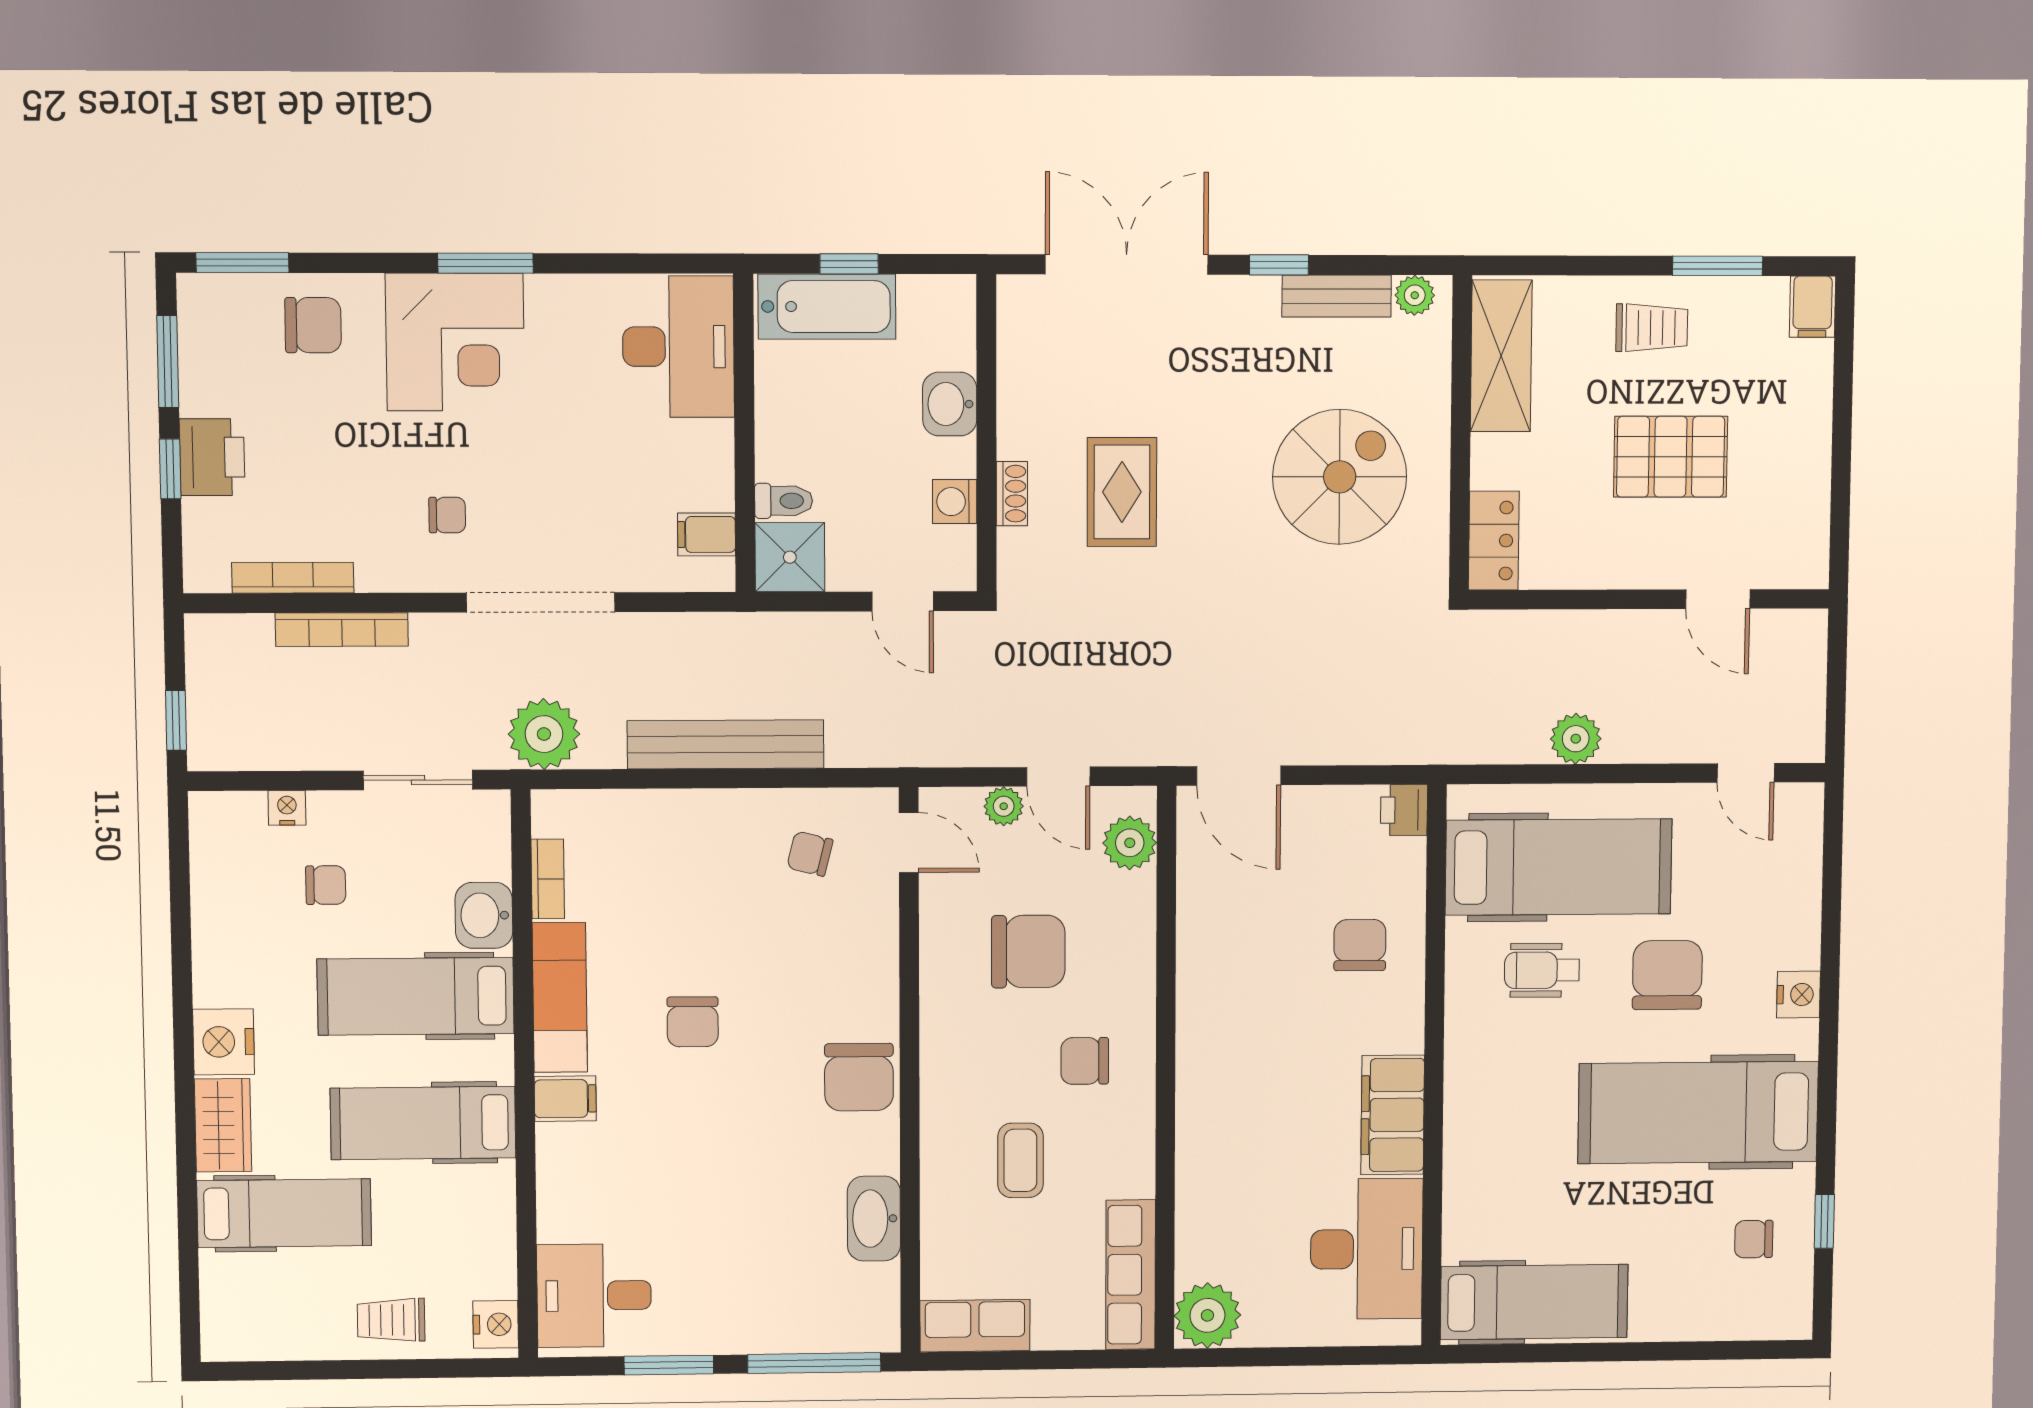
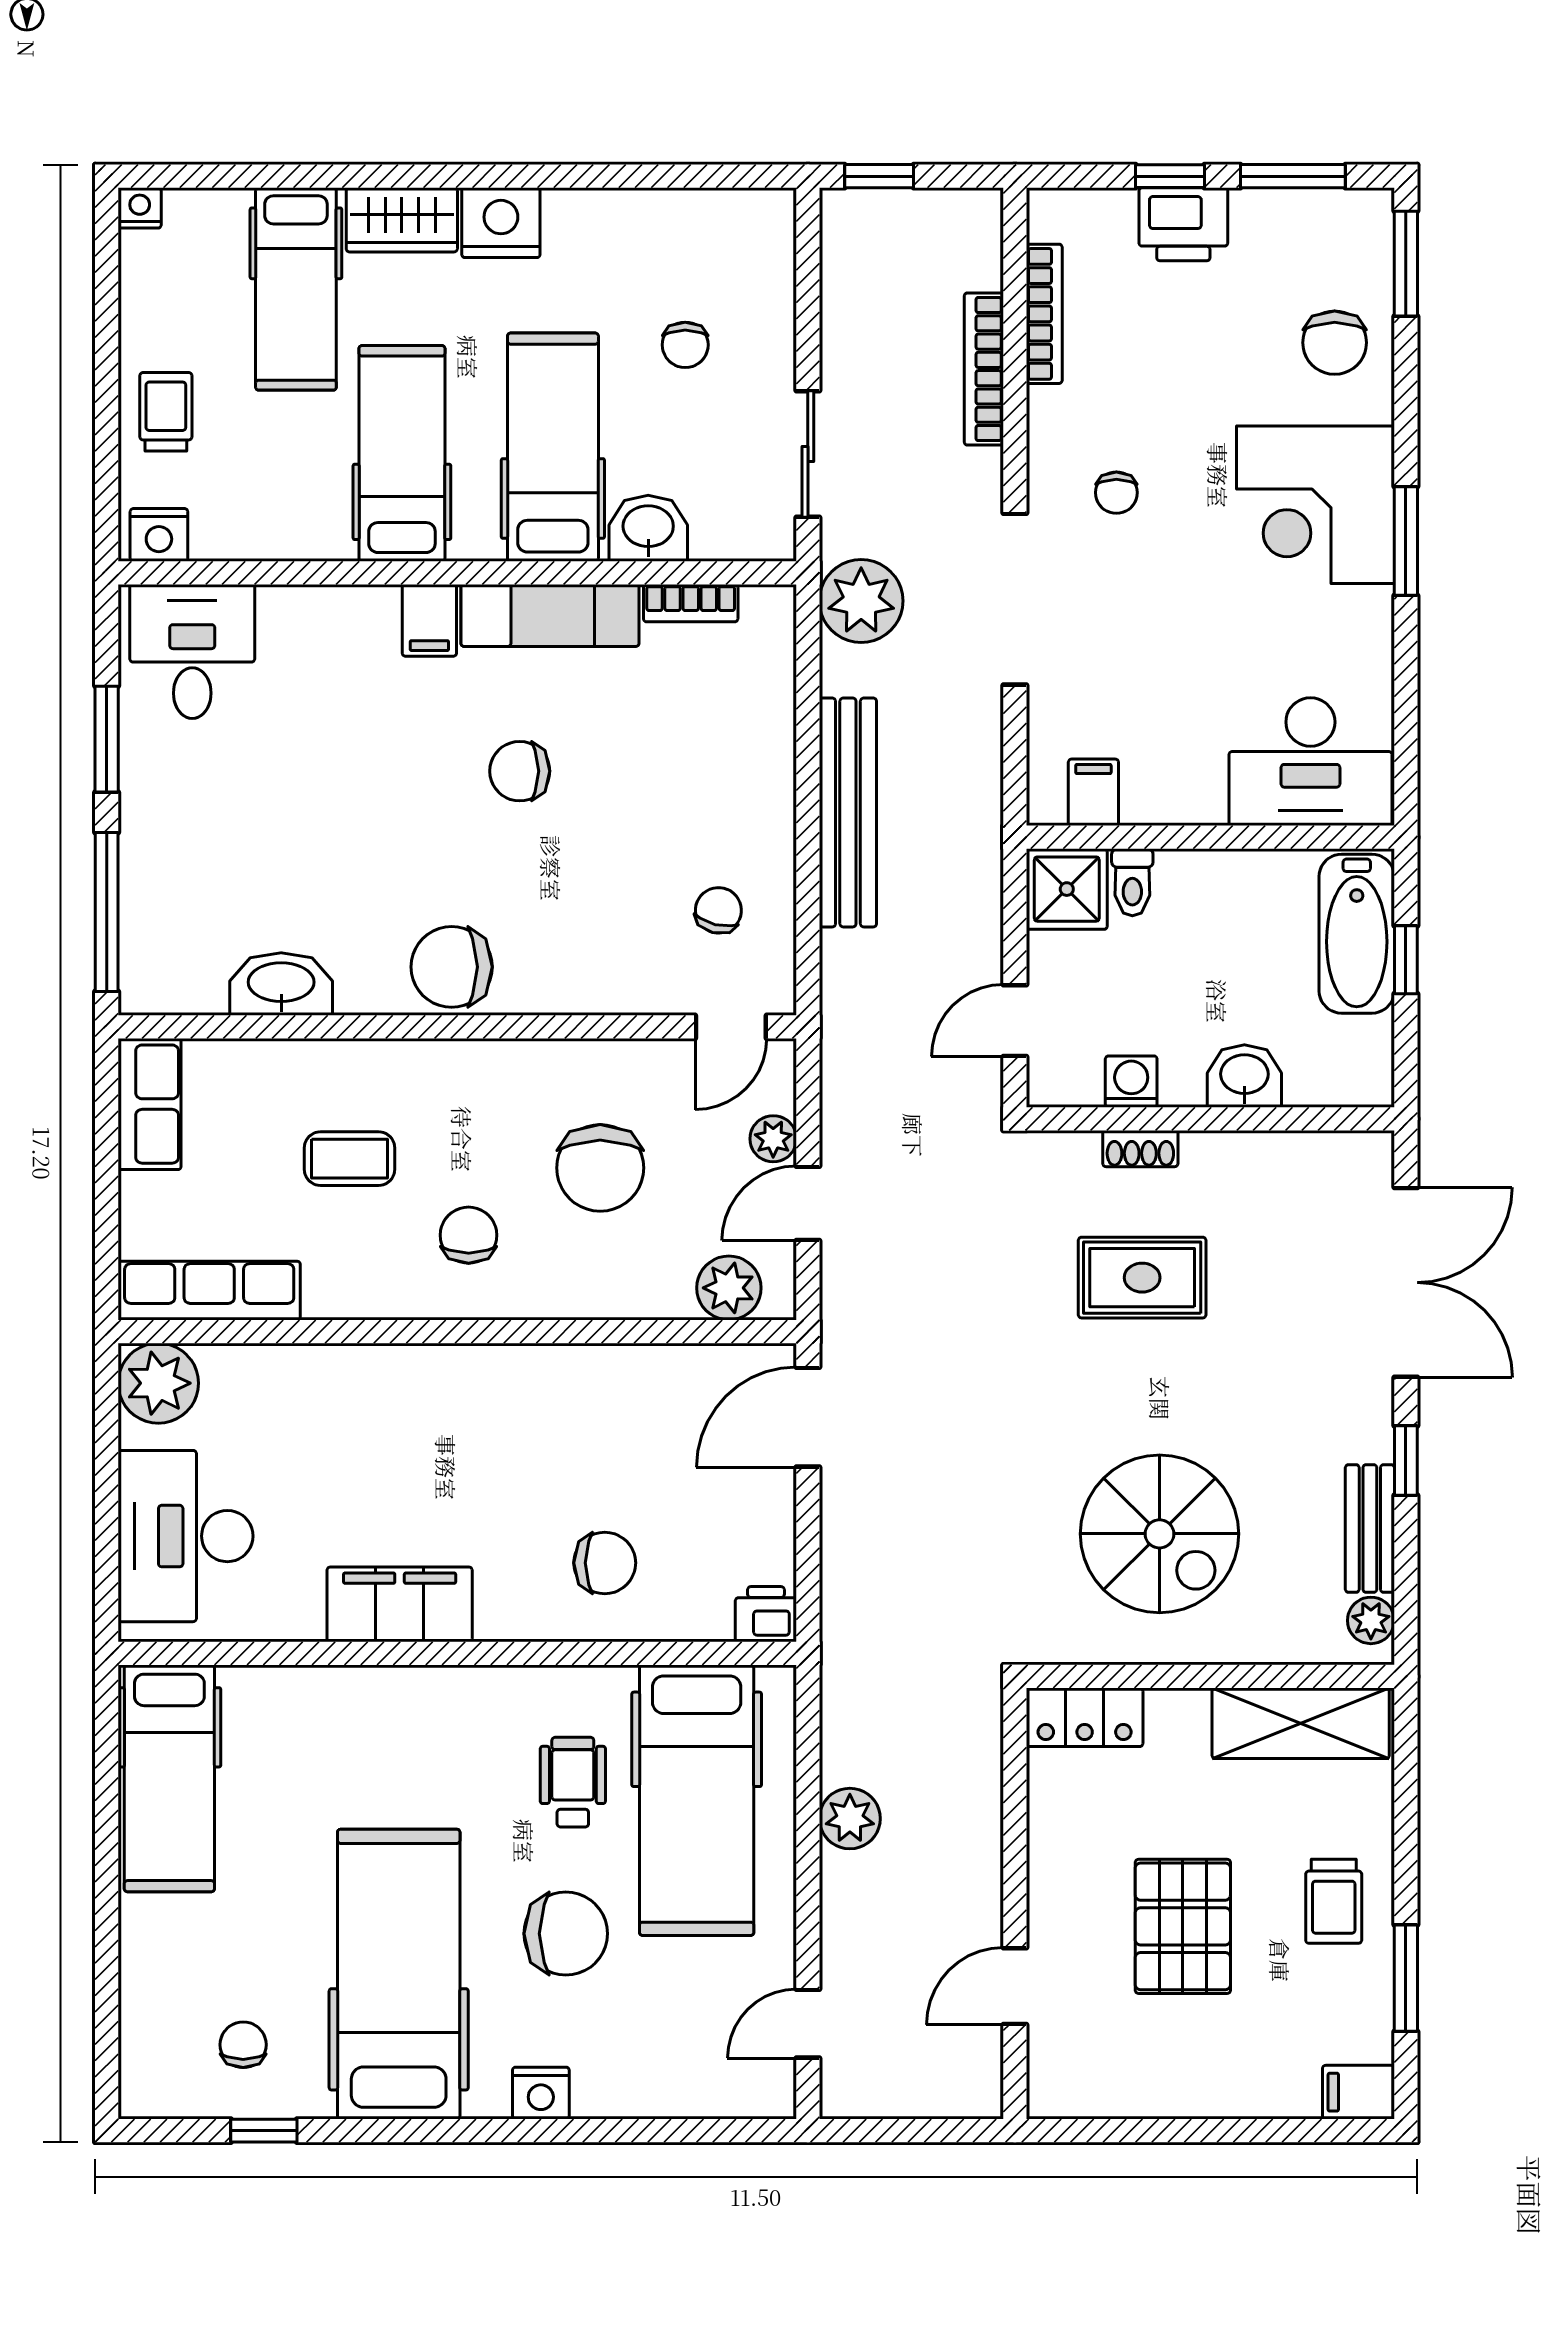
nightstand: (287, 808) -> (140, 208), moved, turned -90
desk: (1367, 1249) -> (186, 1536), moved, turned 90

